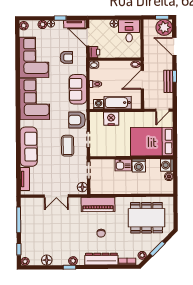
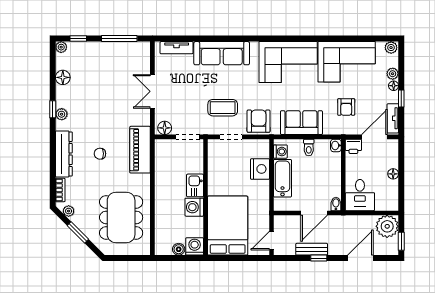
plant: (164, 27) -> (387, 226), moved
desk: (129, 31) -> (360, 195), moved, turned 90
door: (142, 80) -> (314, 213), swing flipped
door: (162, 110) -> (271, 241), hinge flipped

